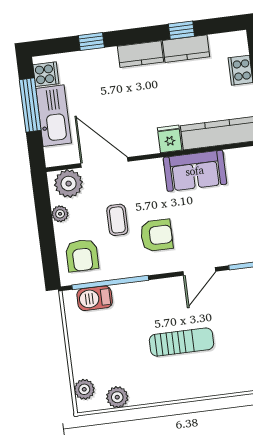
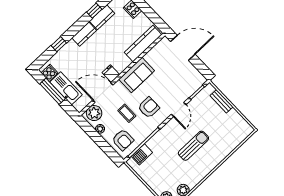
fridge: (170, 139) -> (111, 74), moved
sofa: (195, 171) -> (137, 75), moved

